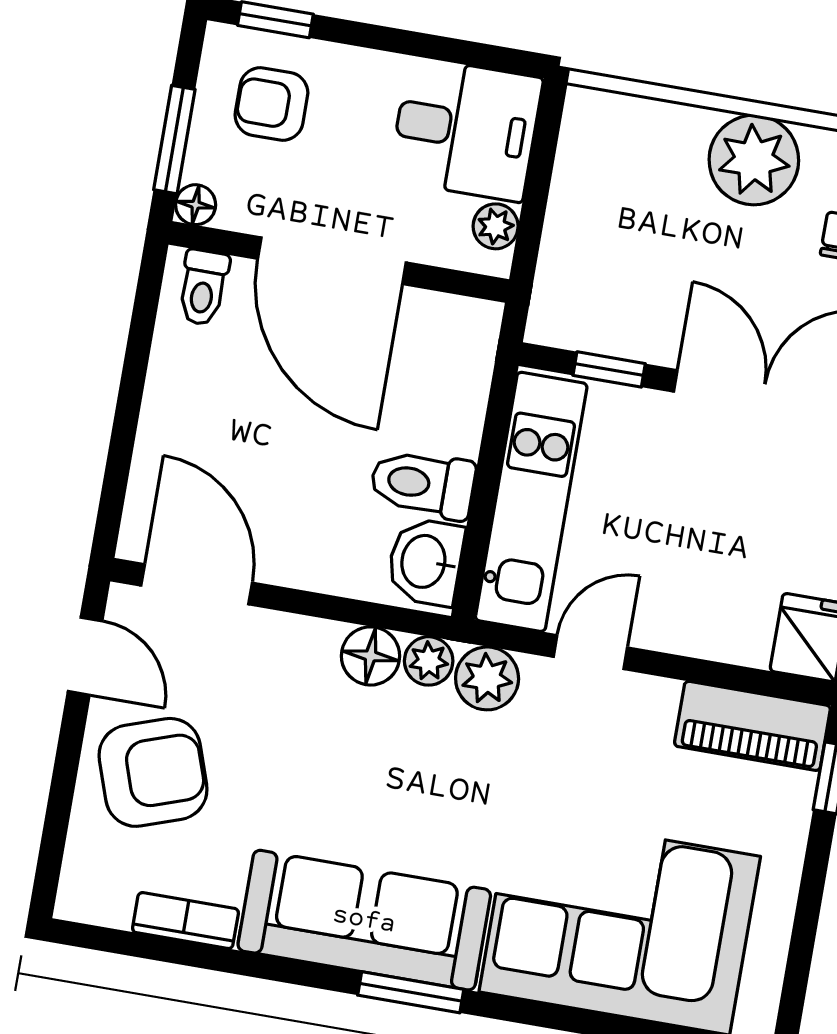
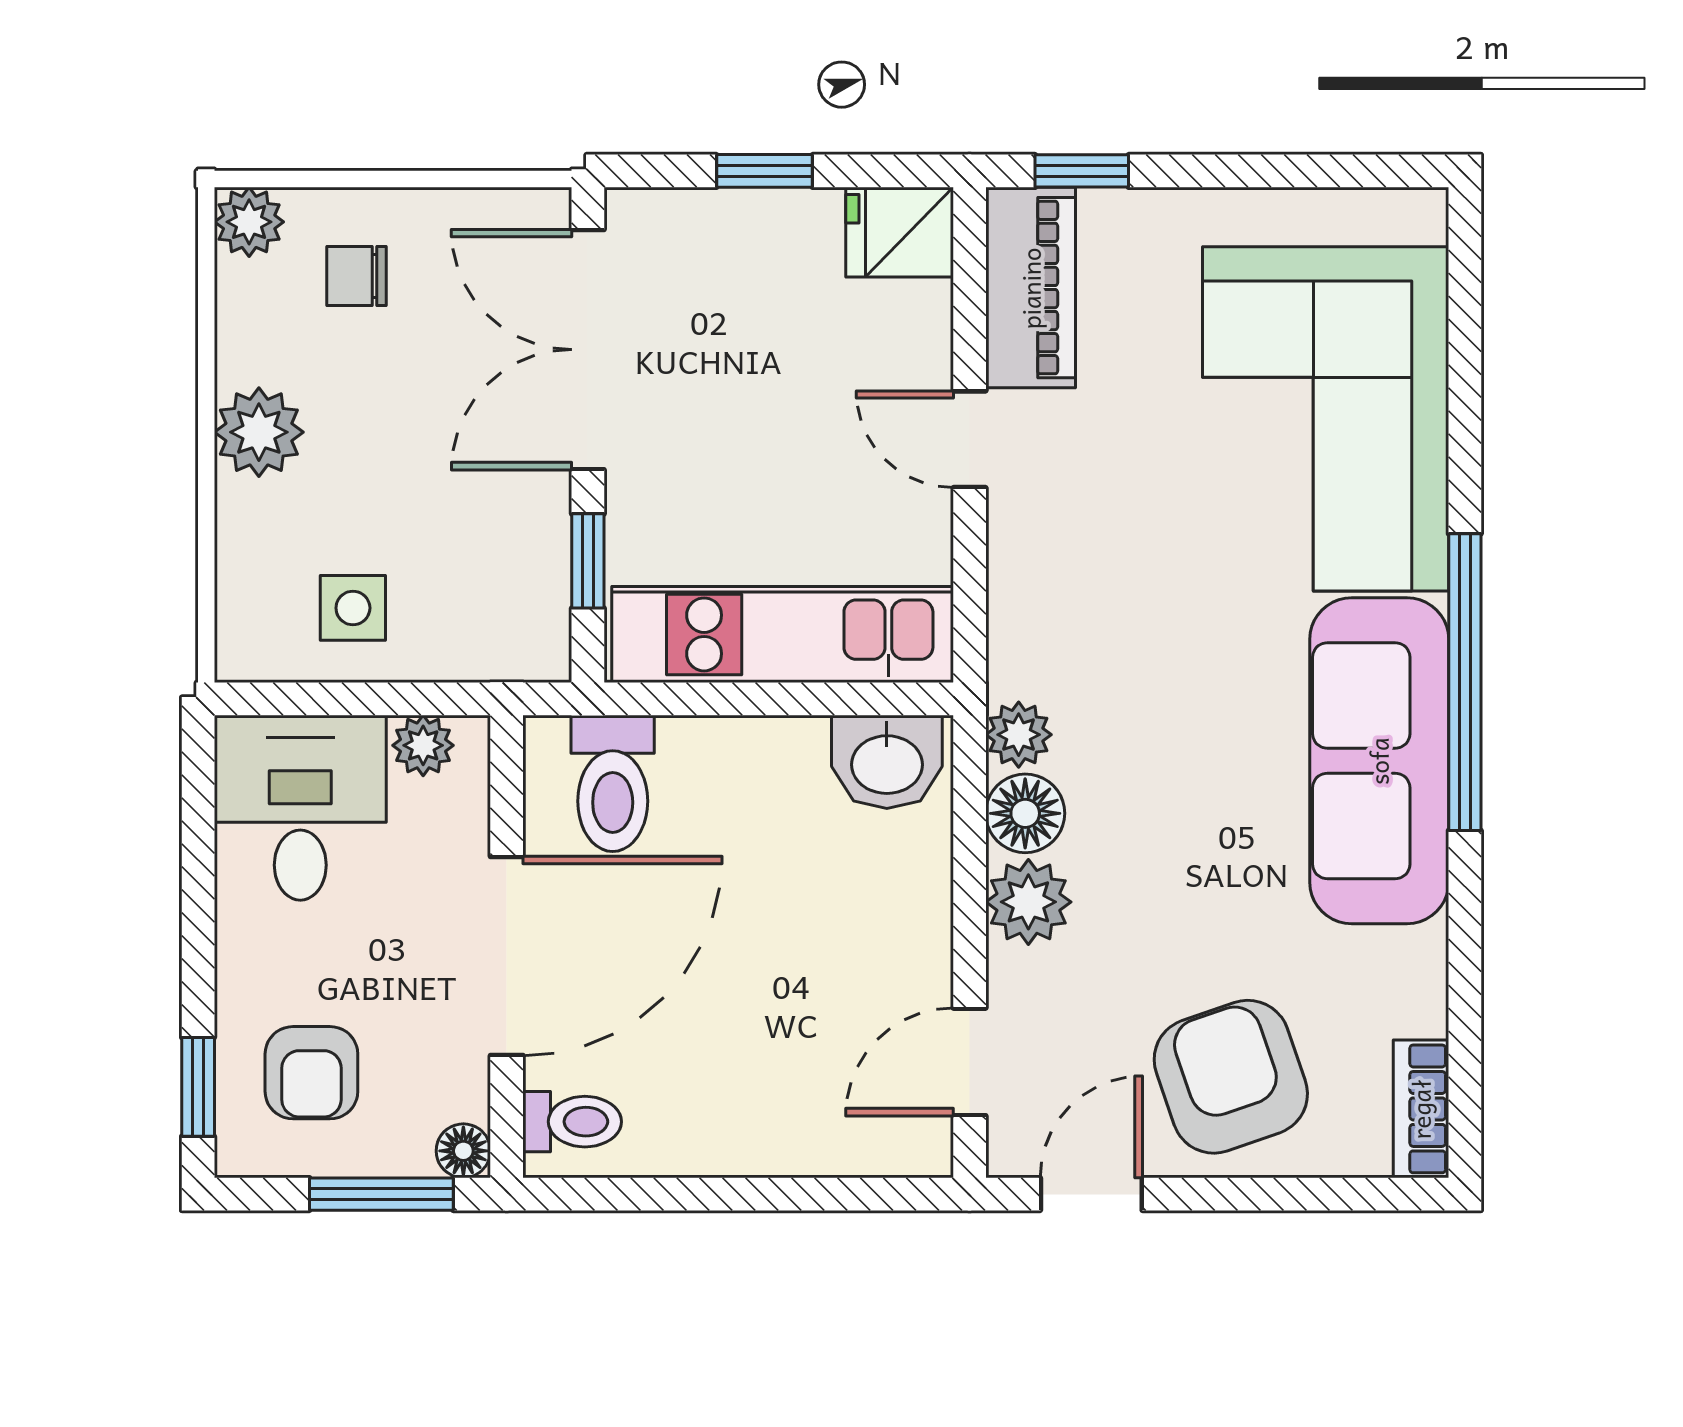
plant: (754, 160) -> (259, 432), width x0.73, depth x0.73
side table: (604, 193) -> (353, 608), added
toilet: (423, 484) -> (613, 783), moved
door: (197, 584) -> (970, 1062), width x0.73
door: (590, 652) -> (970, 439), moved
plant: (487, 678) -> (1028, 902), moved
bookcase: (185, 921) -> (1421, 1109), moved
window: (411, 992) -> (1465, 682), width x2.11

